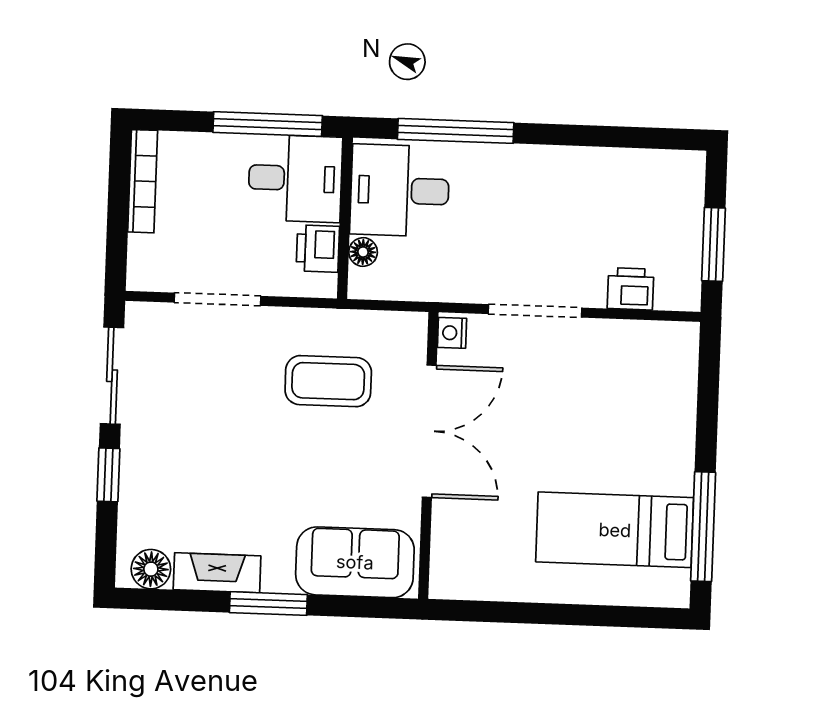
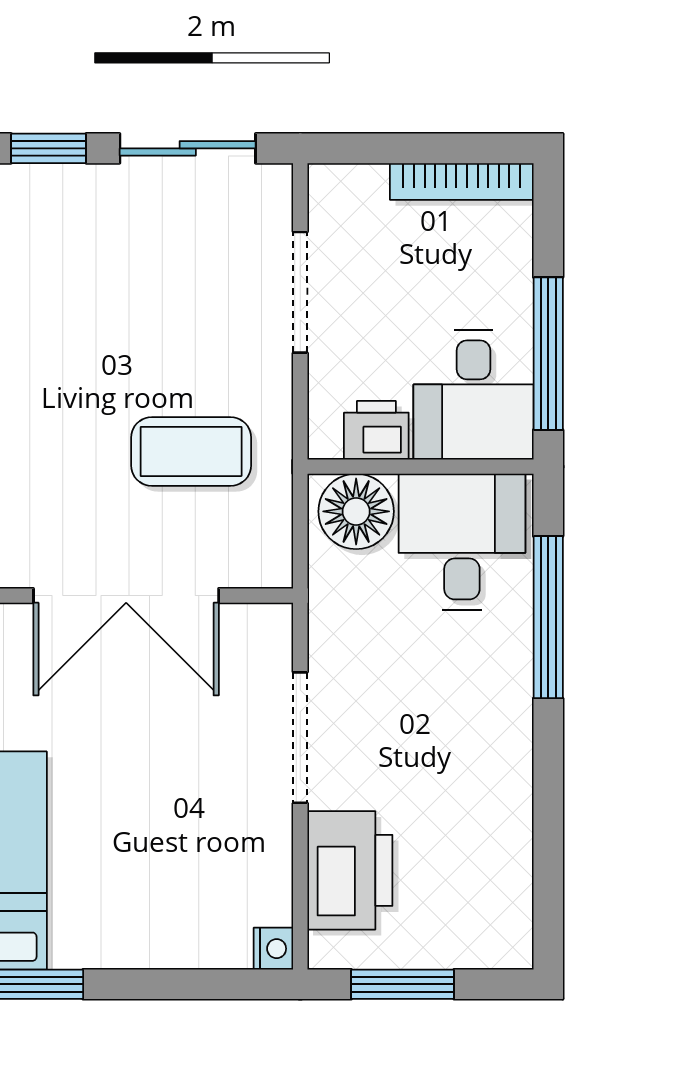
floor lamp: (363, 252) -> (356, 511), width x1.89, depth x1.89
printer: (631, 289) -> (350, 870), width x1.87, depth x1.48
nightstand: (452, 333) -> (273, 949), moved, turned 90
coffee table: (328, 381) -> (191, 452), turned 90

